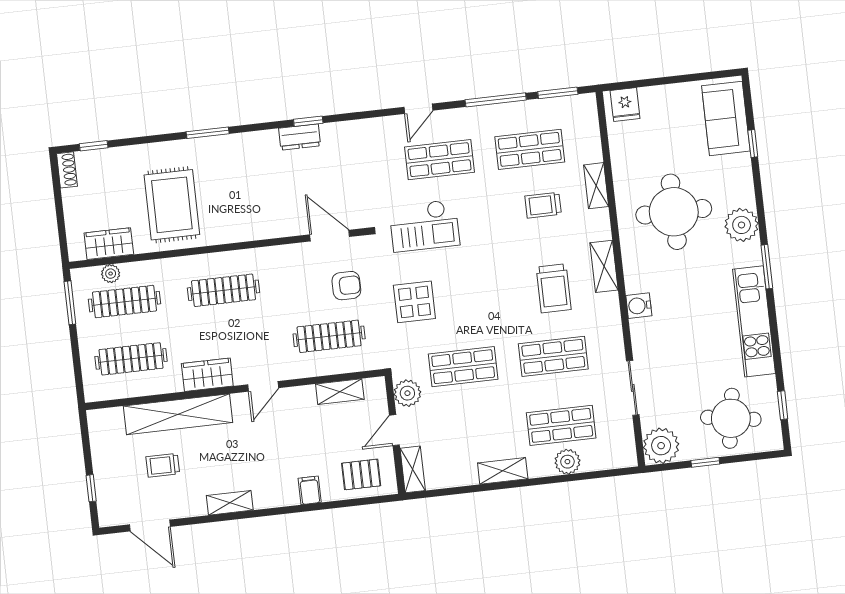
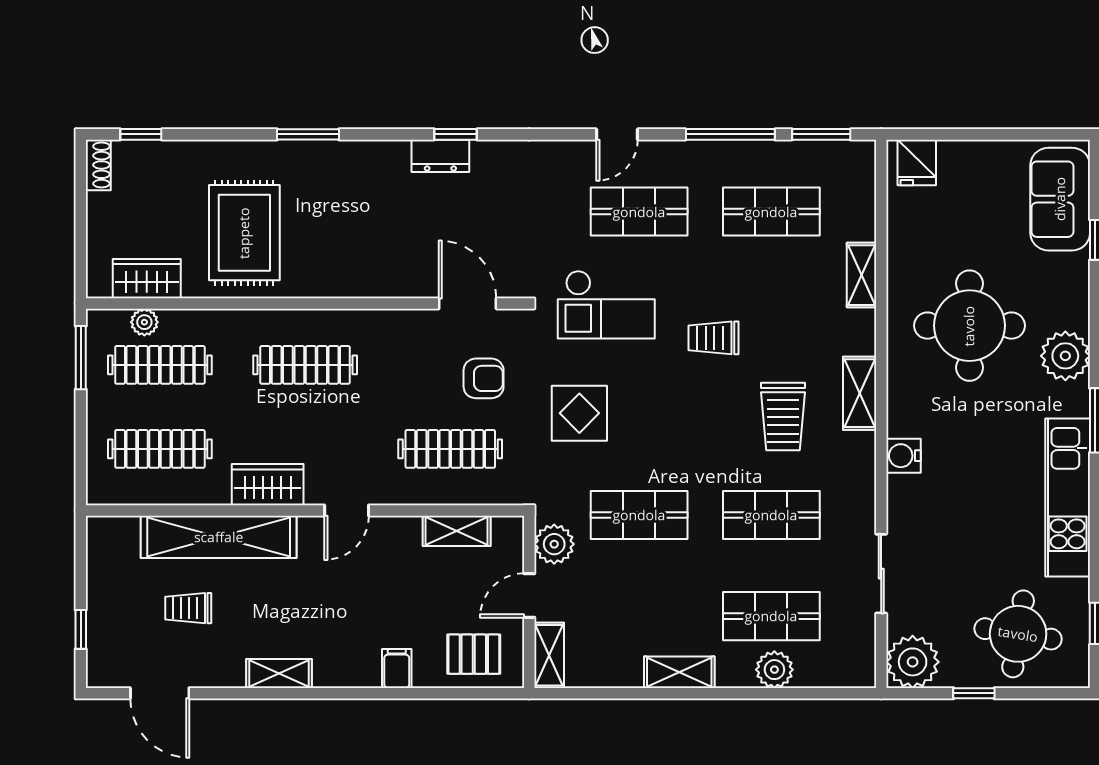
trolley: (543, 205) -> (714, 338), moved

